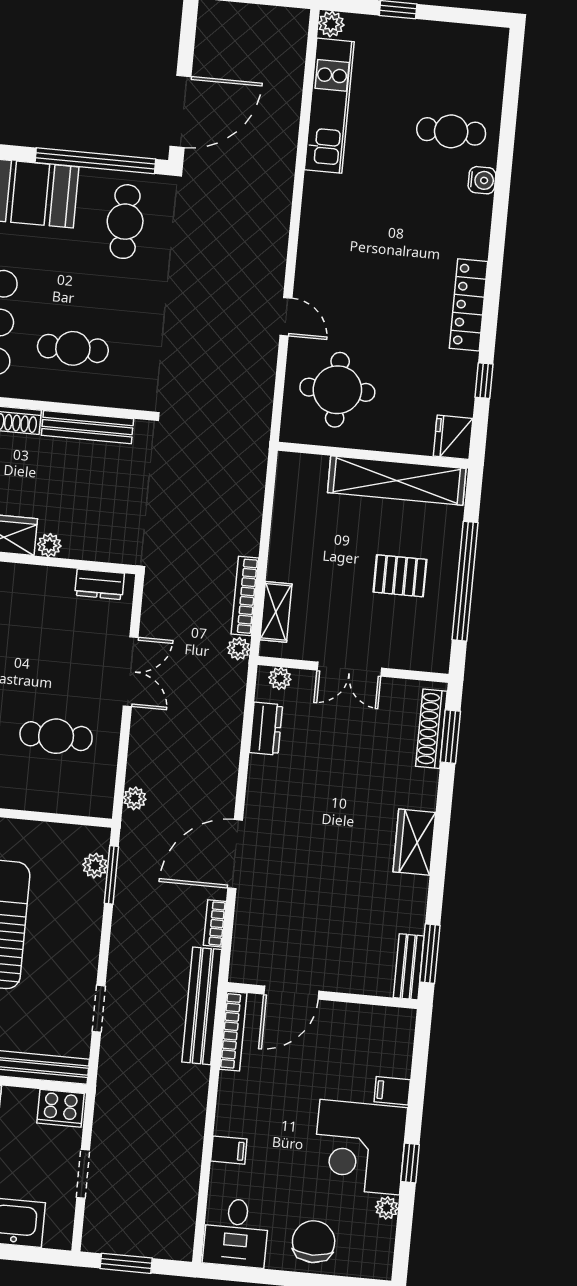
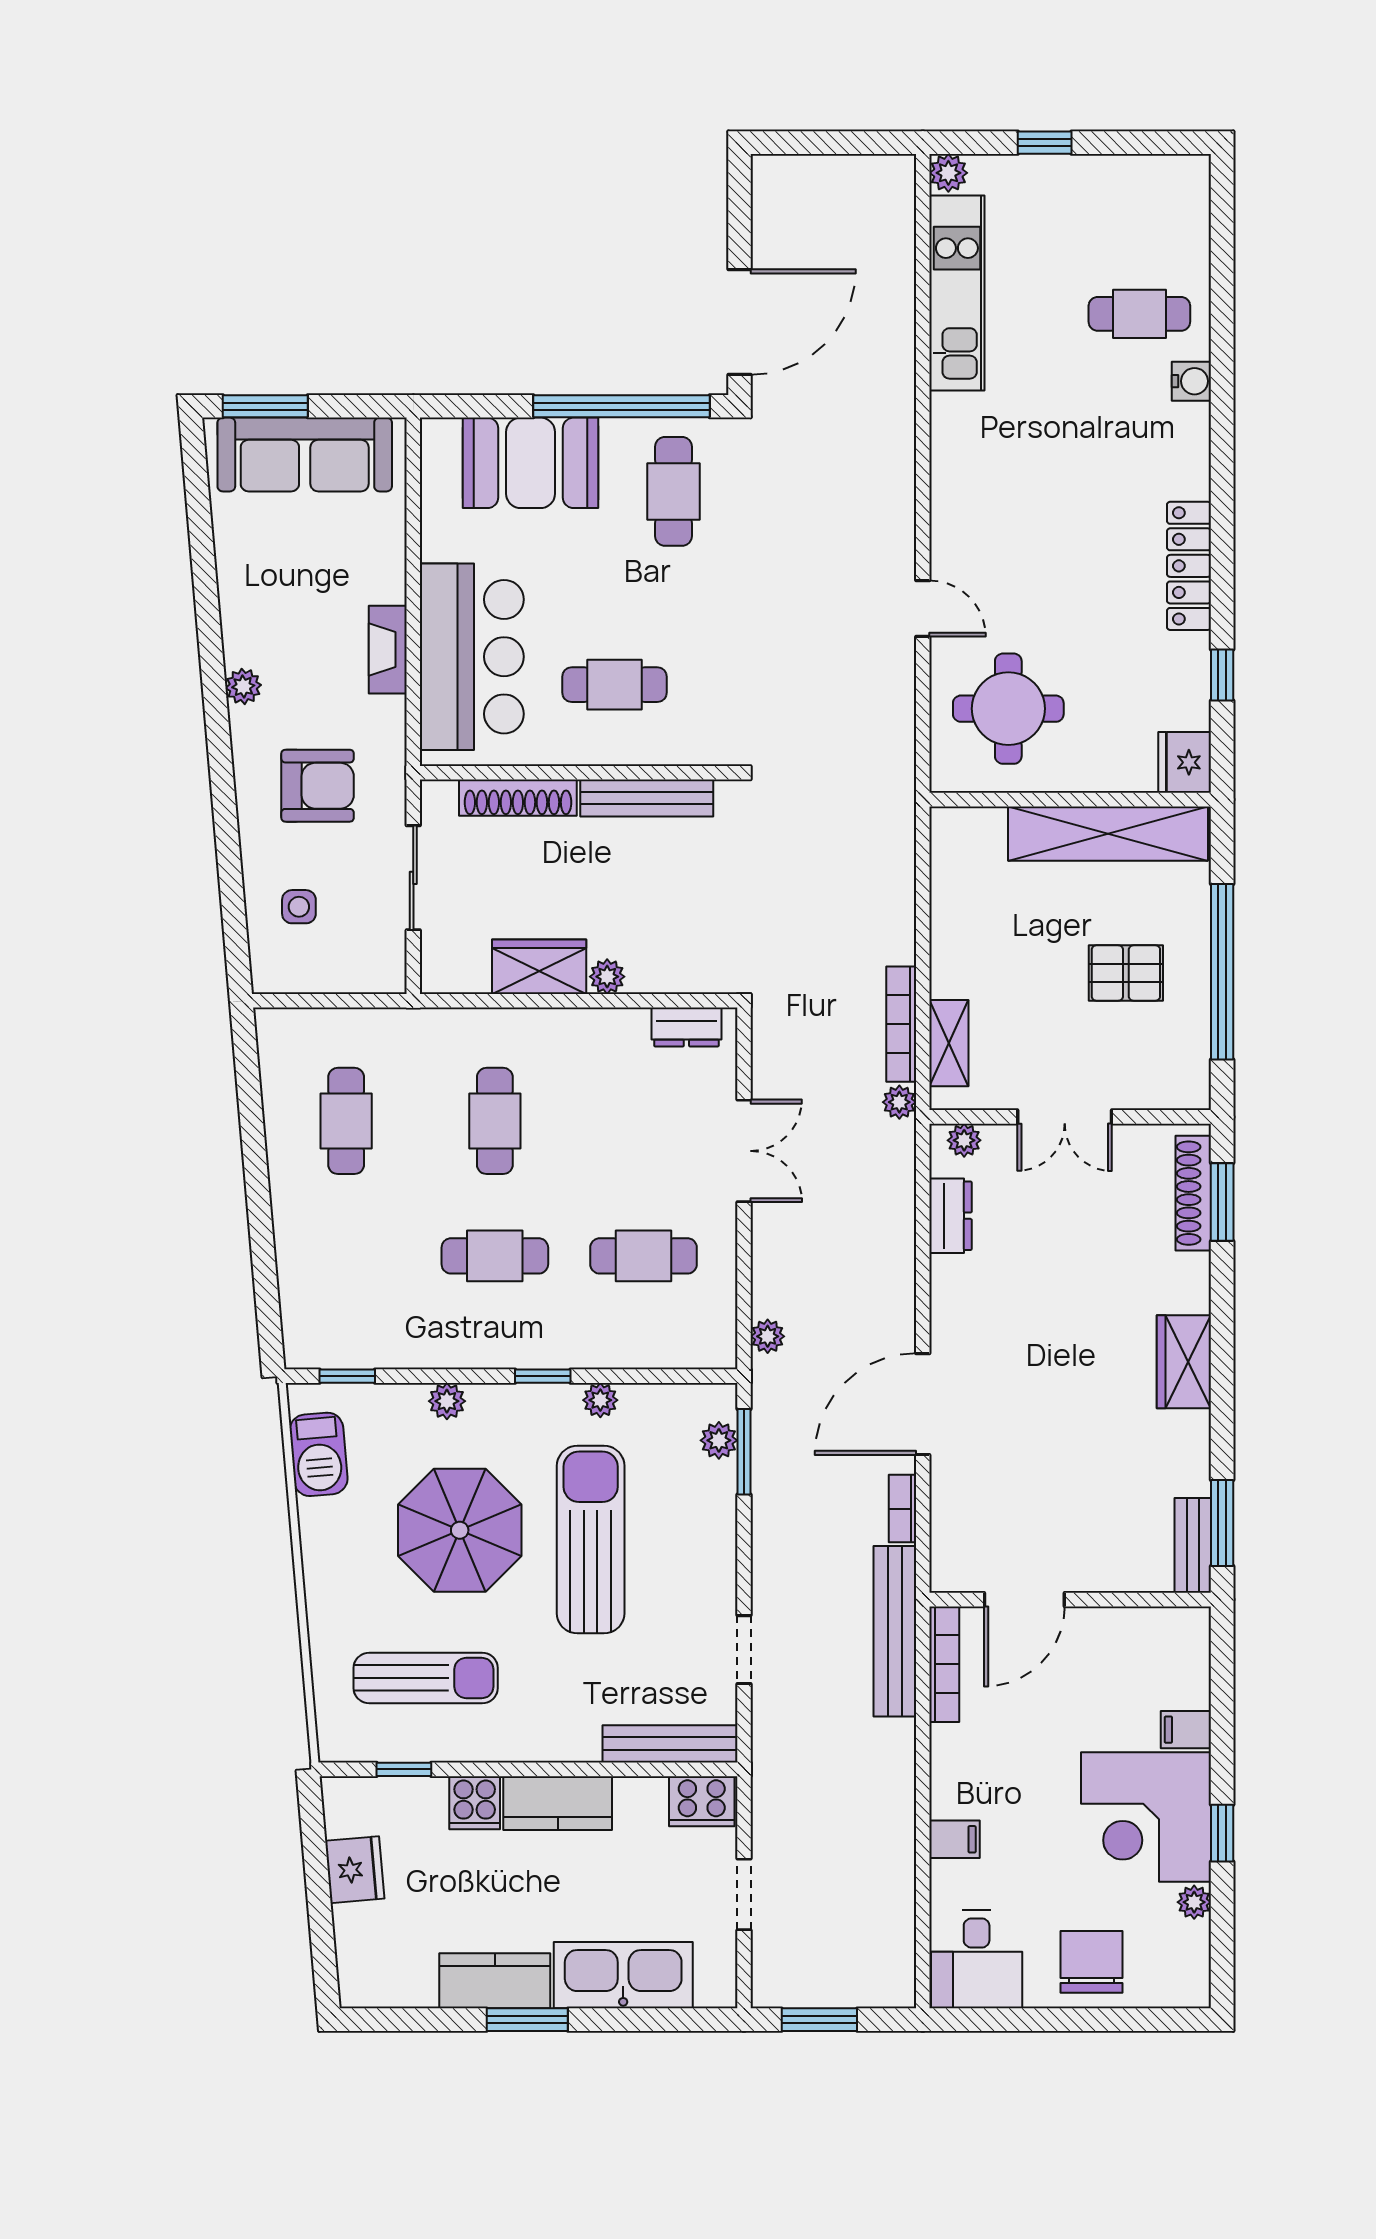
plant: (18, 831) -> (600, 1400), added

